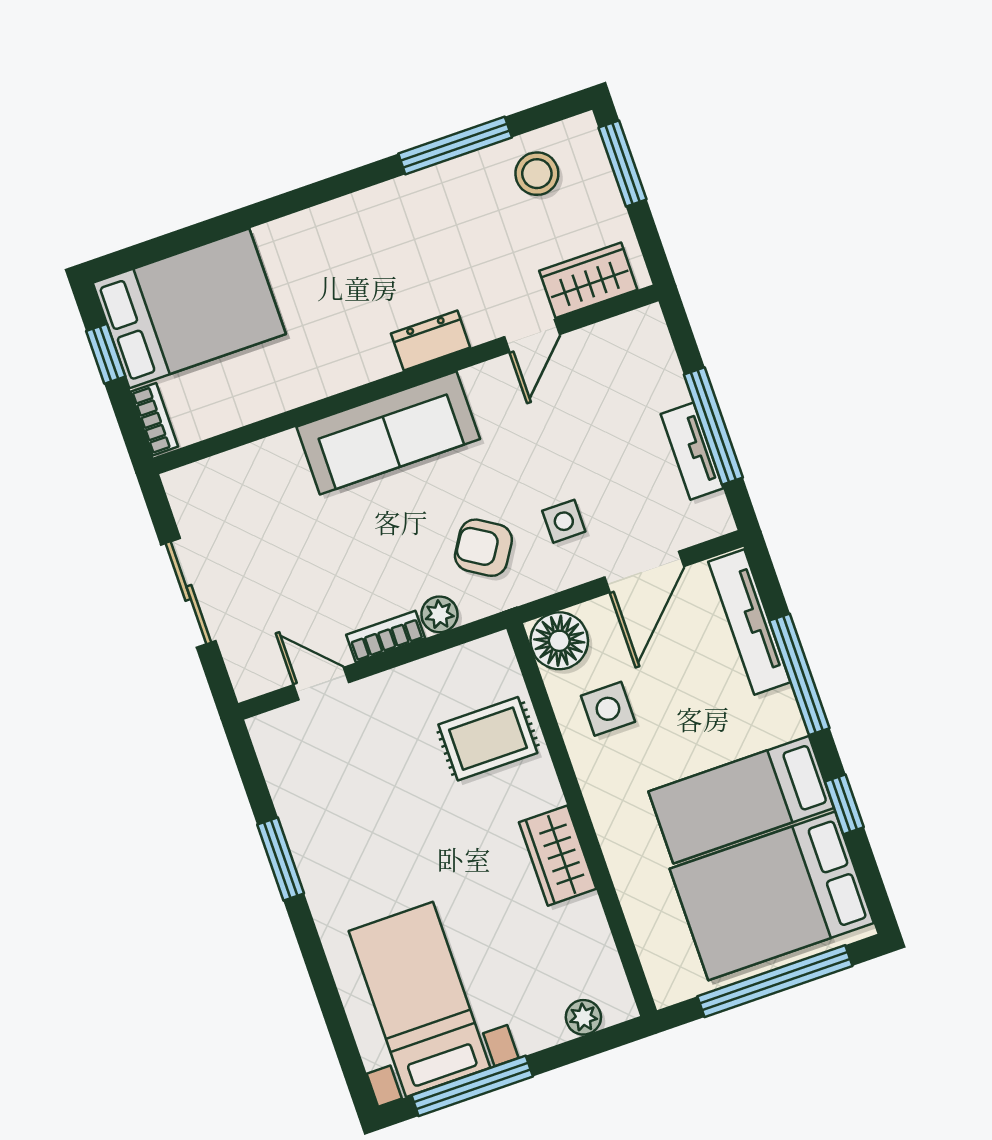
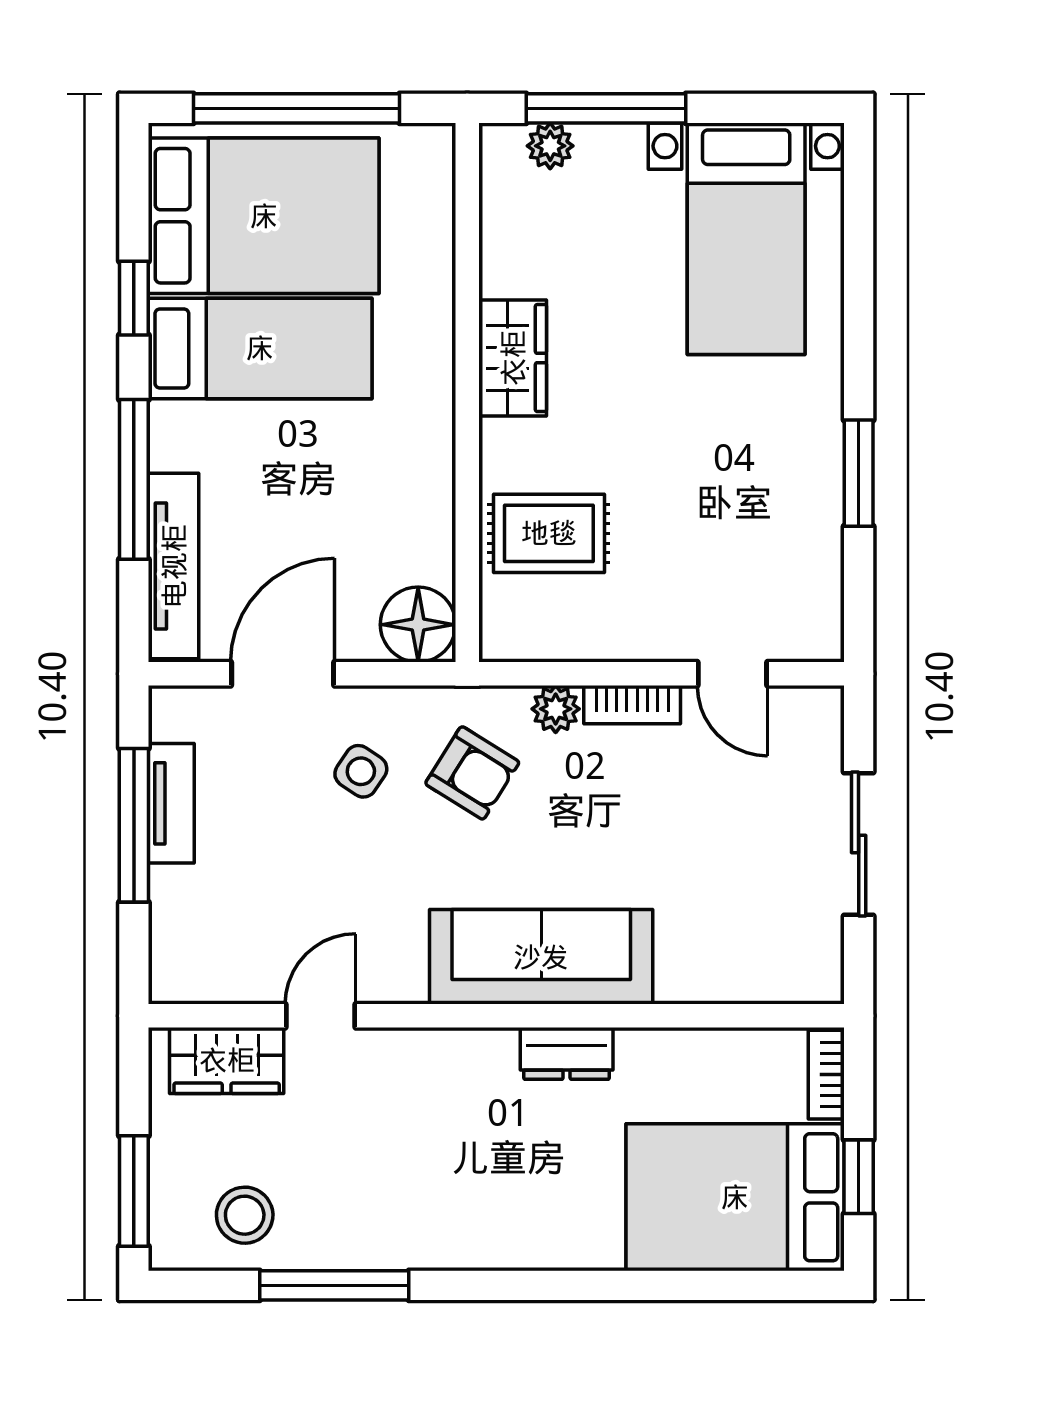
dresser: (431, 341) -> (567, 1053), moved
side table: (564, 521) -> (361, 771), turned 34
side table: (608, 709) -> (387, 519), removed
window: (472, 1086) -> (606, 108), moved

